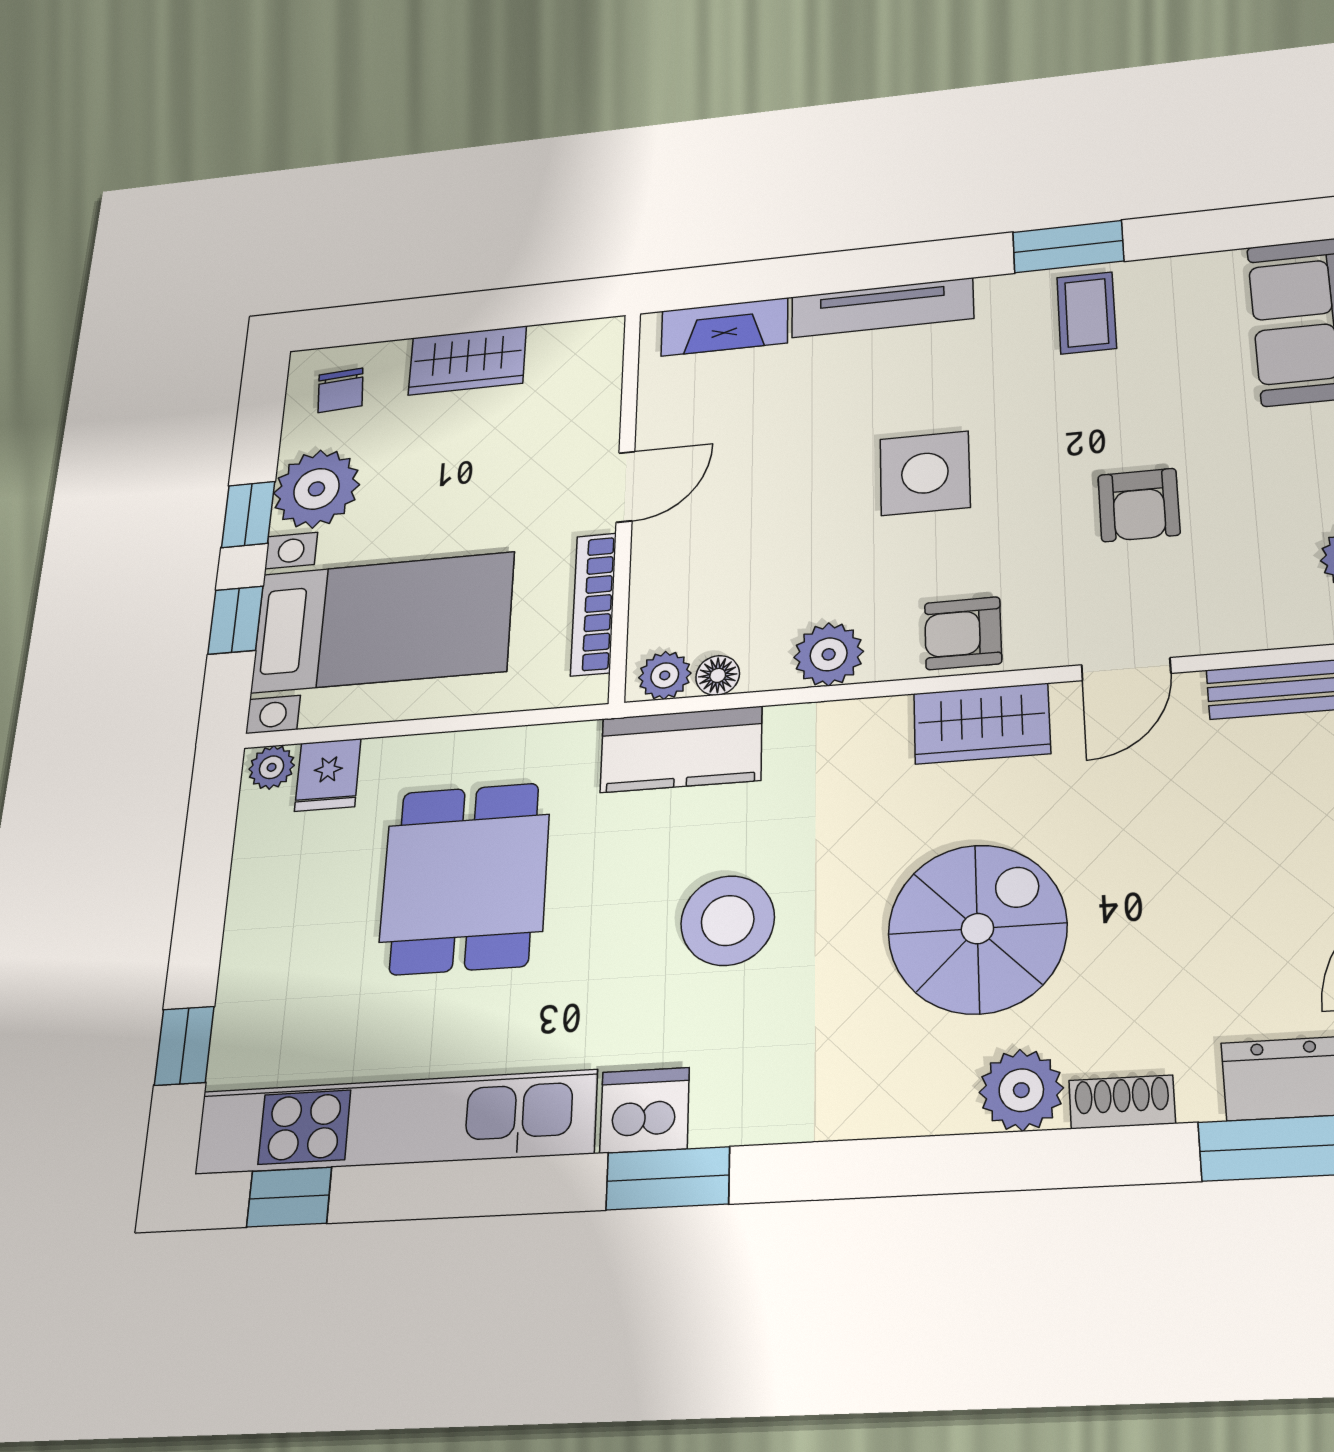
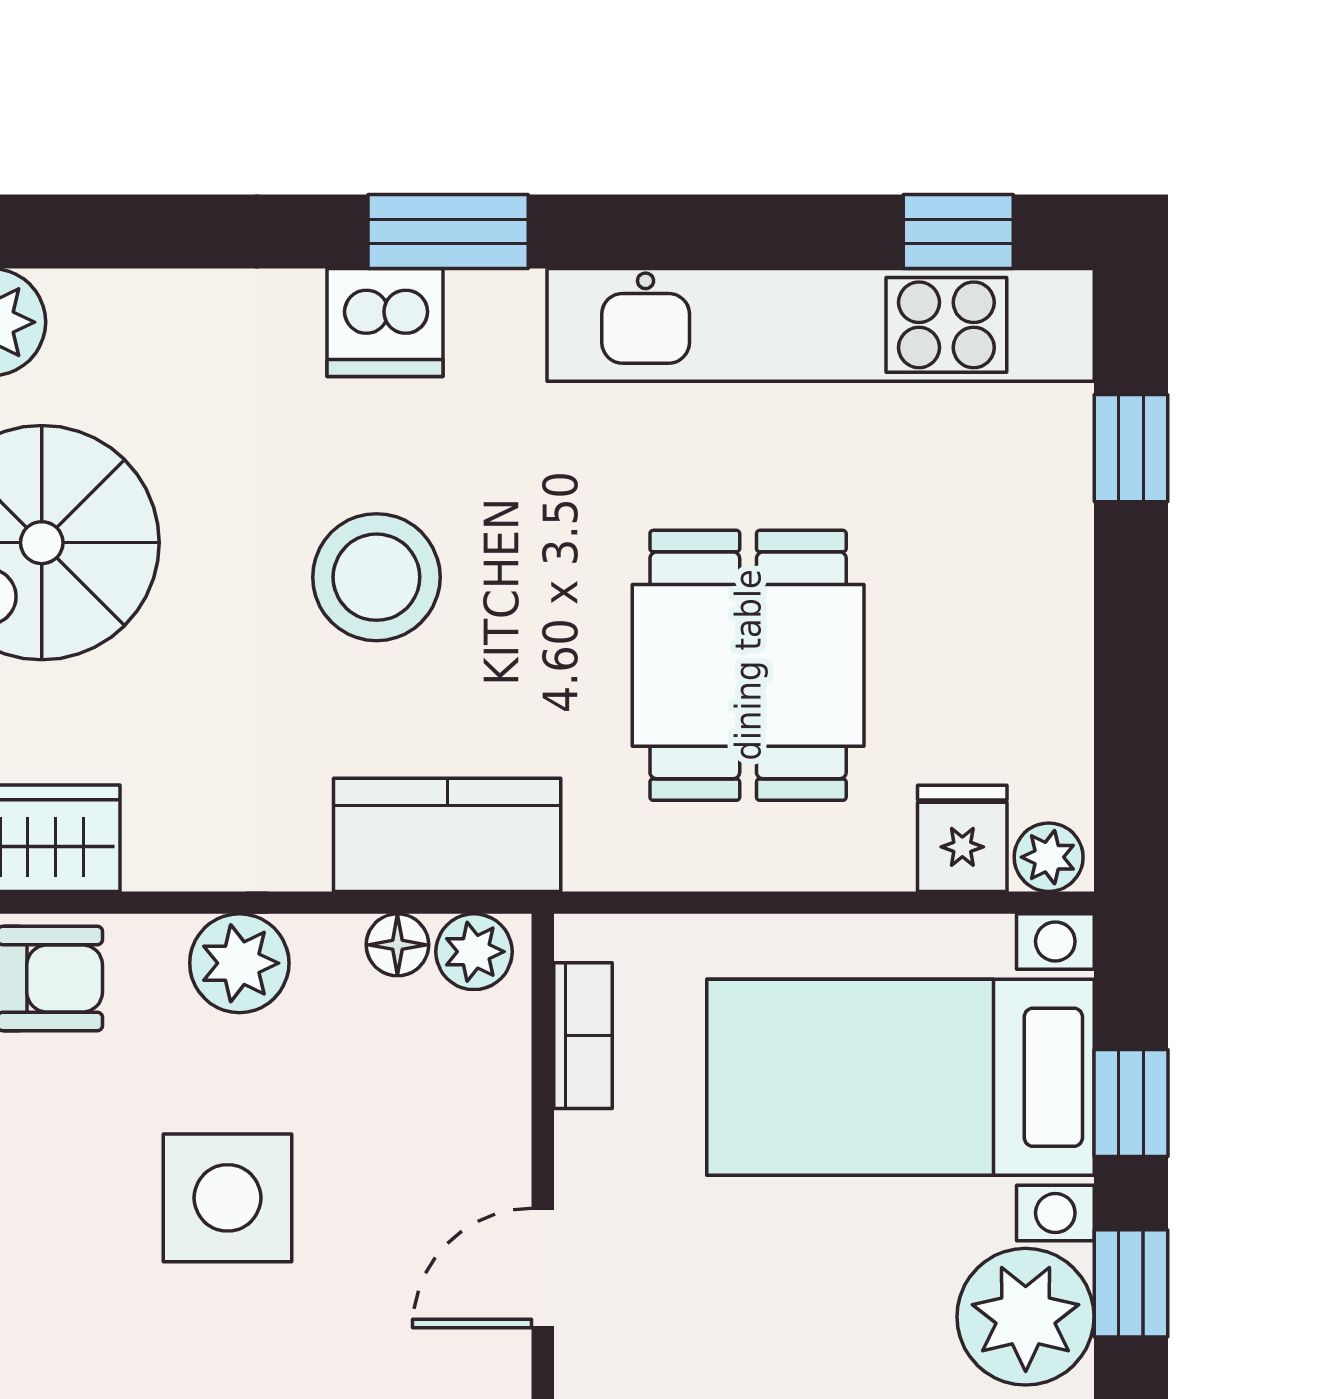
side table: (925, 473) -> (227, 1198), moved
bookcase: (594, 604) -> (583, 1036), width x0.64
dishwasher: (645, 1110) -> (385, 323), moved

